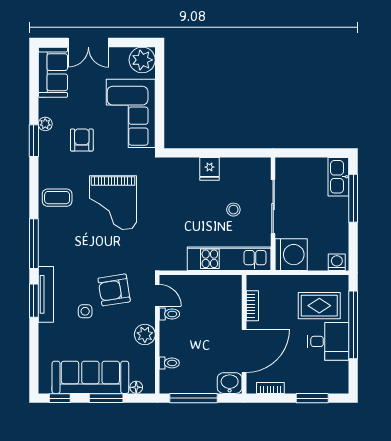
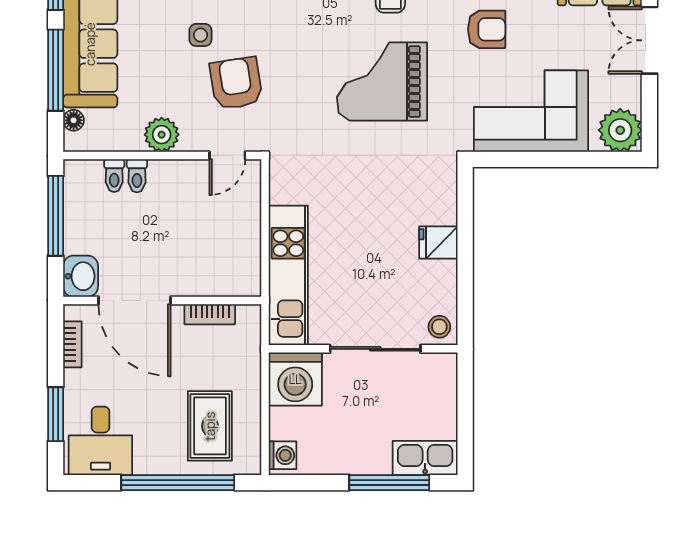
stool: (233, 210) -> (439, 327), moved
toilet: (169, 314) -> (137, 176), moved
desk: (328, 341) -> (100, 441), moved
window: (106, 398) -> (56, 70), width x1.44

